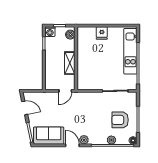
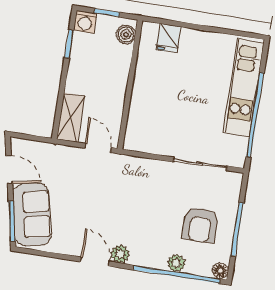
fridge: (102, 33) -> (169, 38), moved
shelving: (70, 63) -> (71, 117), moved
door: (65, 91) -> (98, 148), swing flipped
armchair: (120, 120) -> (200, 225), turned -90
sofa: (49, 136) -> (32, 214), moved, turned 78

